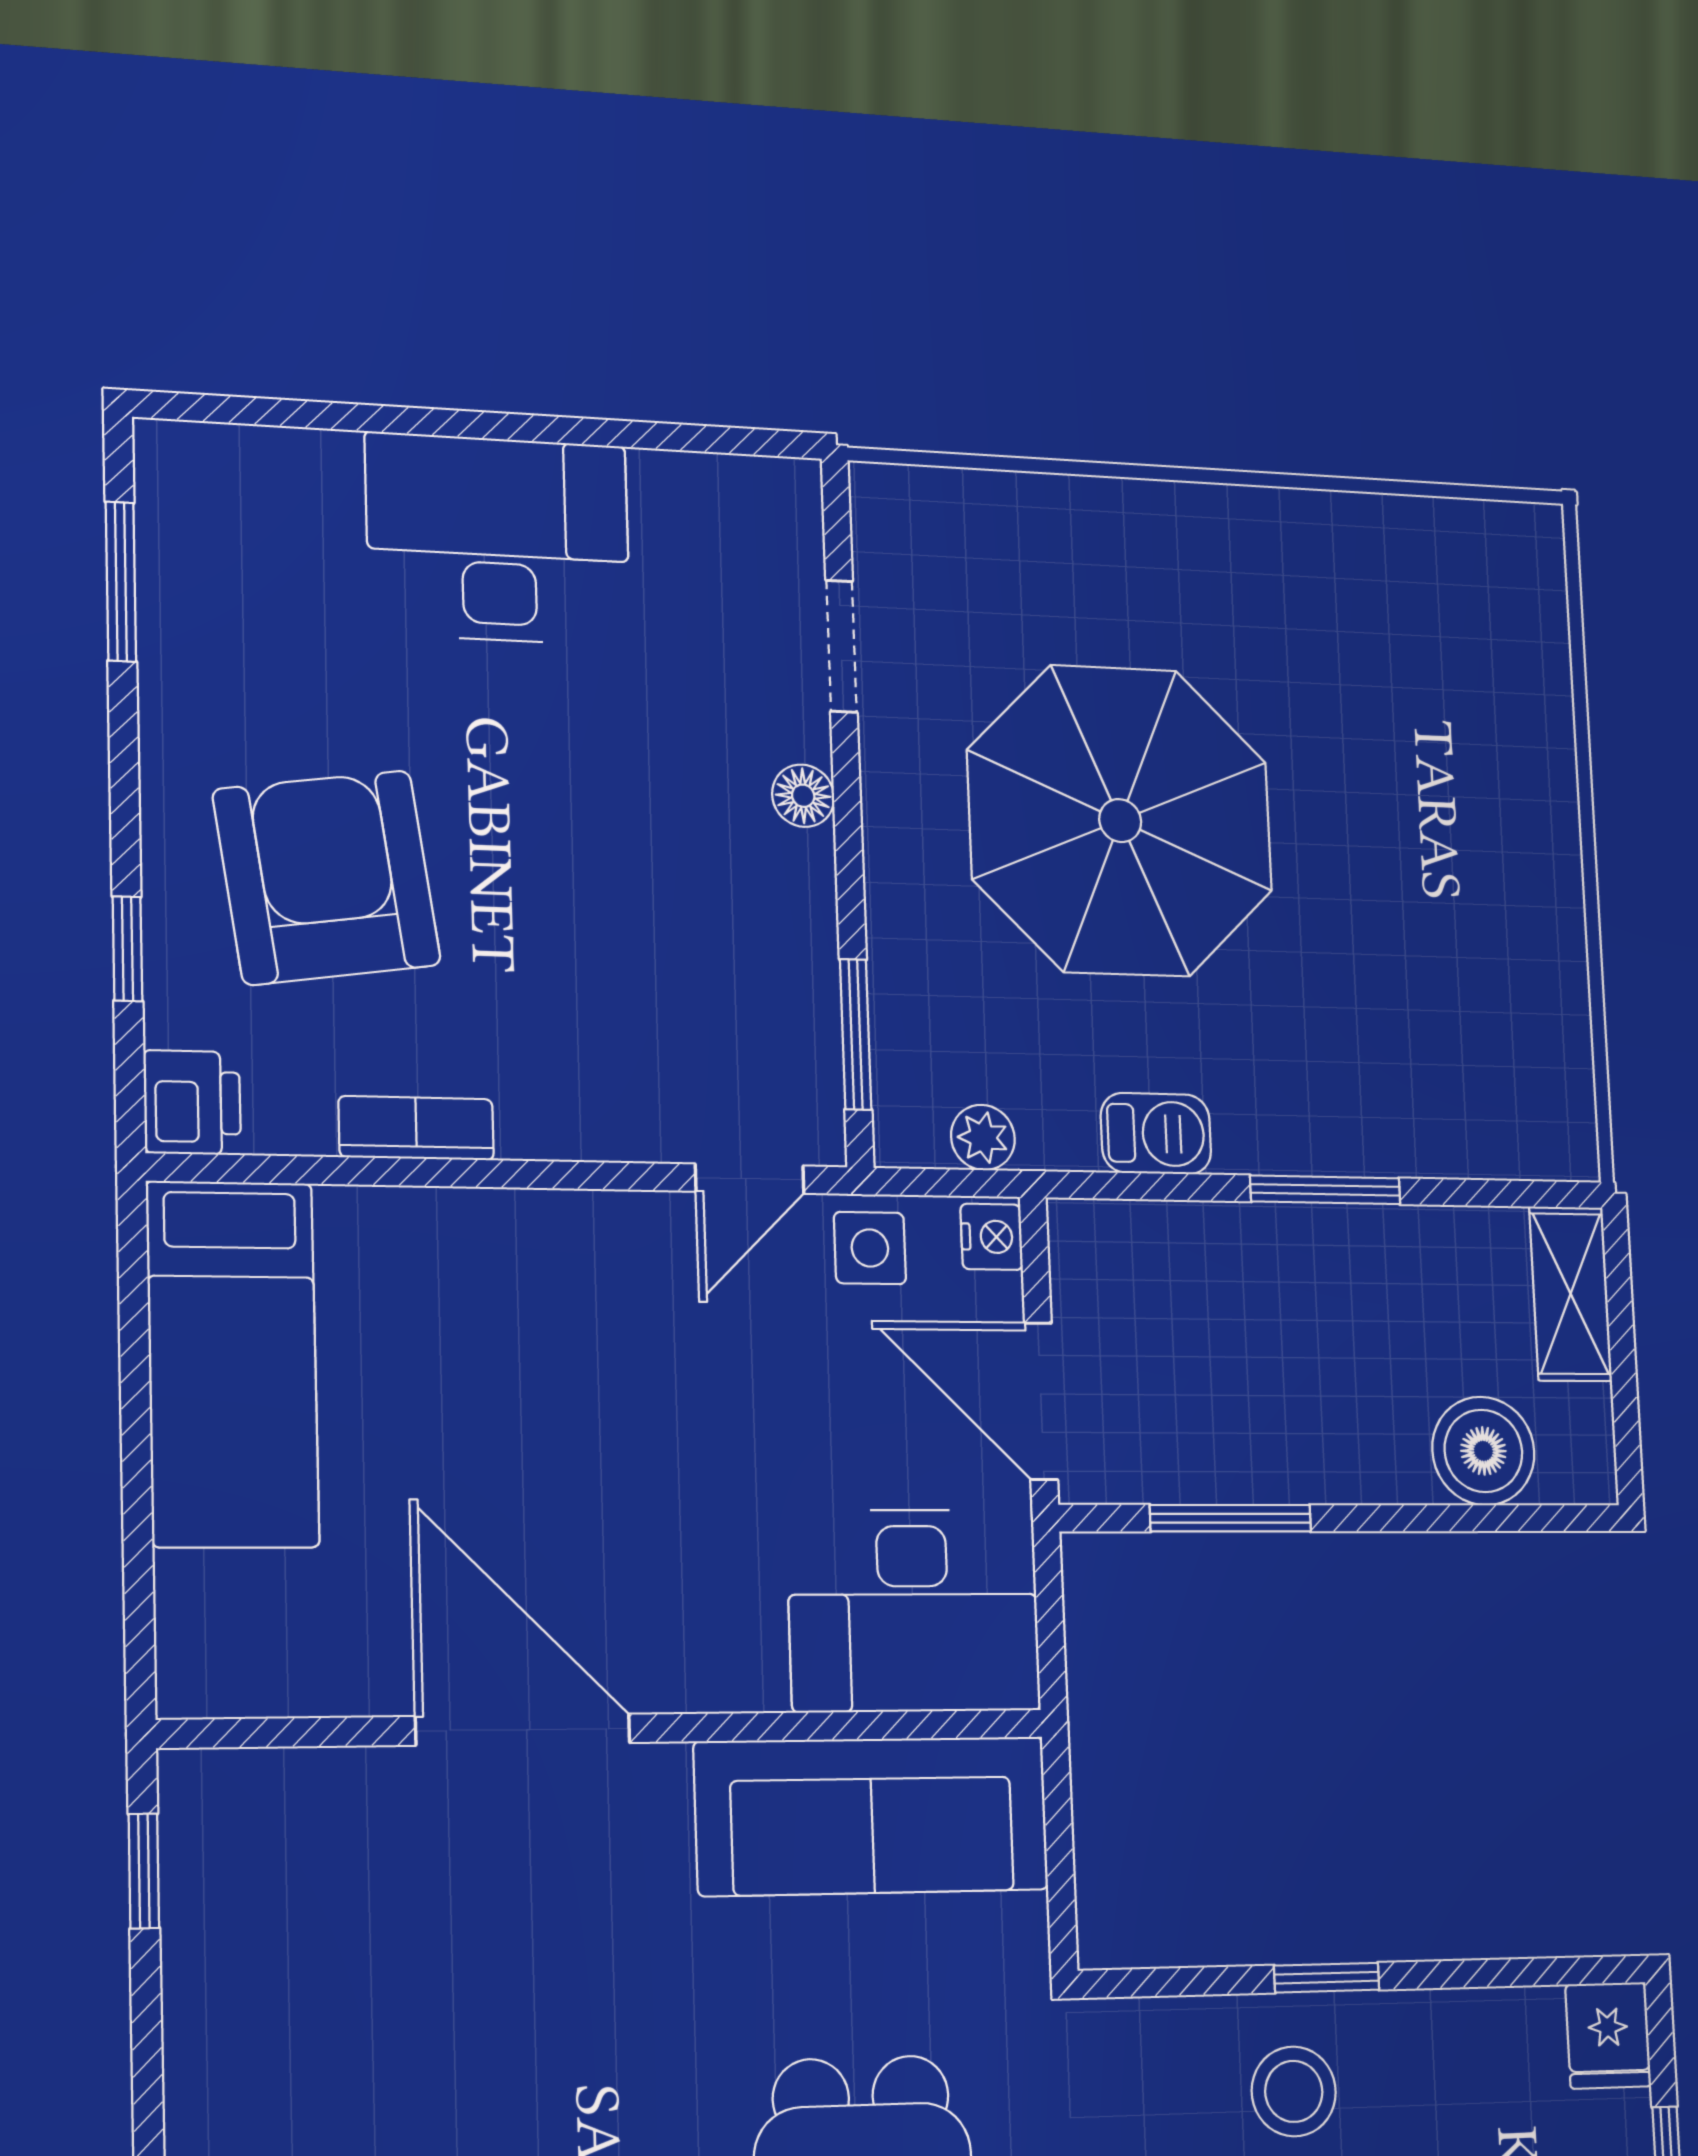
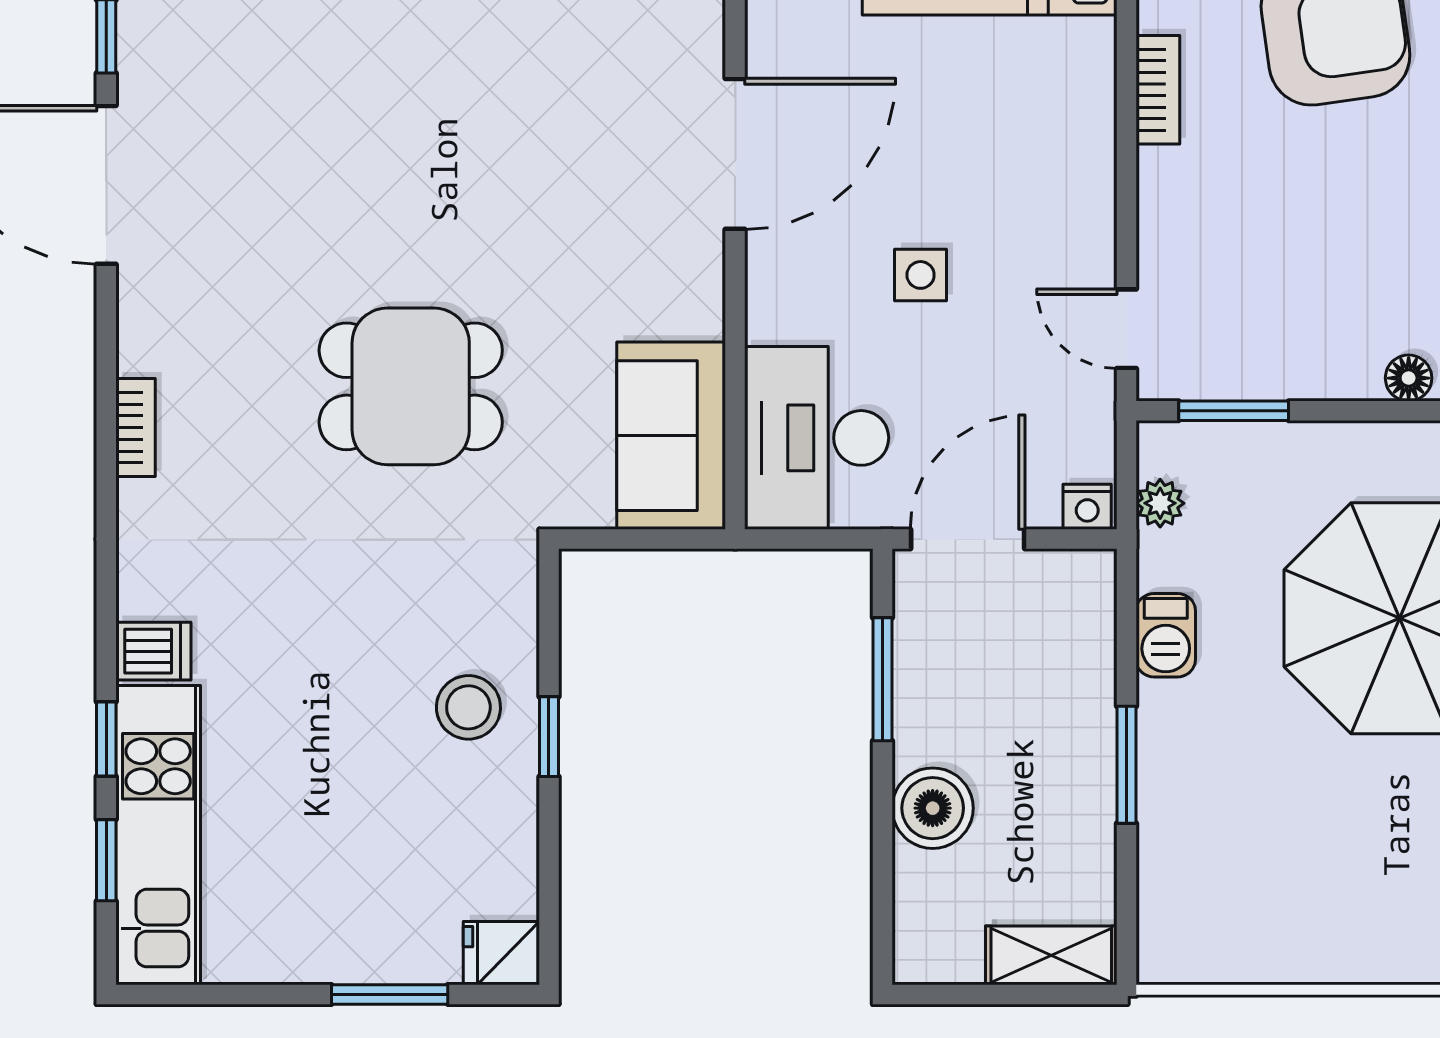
side table: (870, 1248) -> (921, 275), moved
boiler: (1483, 1451) -> (933, 808), moved
sofa: (872, 1816) -> (671, 436), width x0.73

